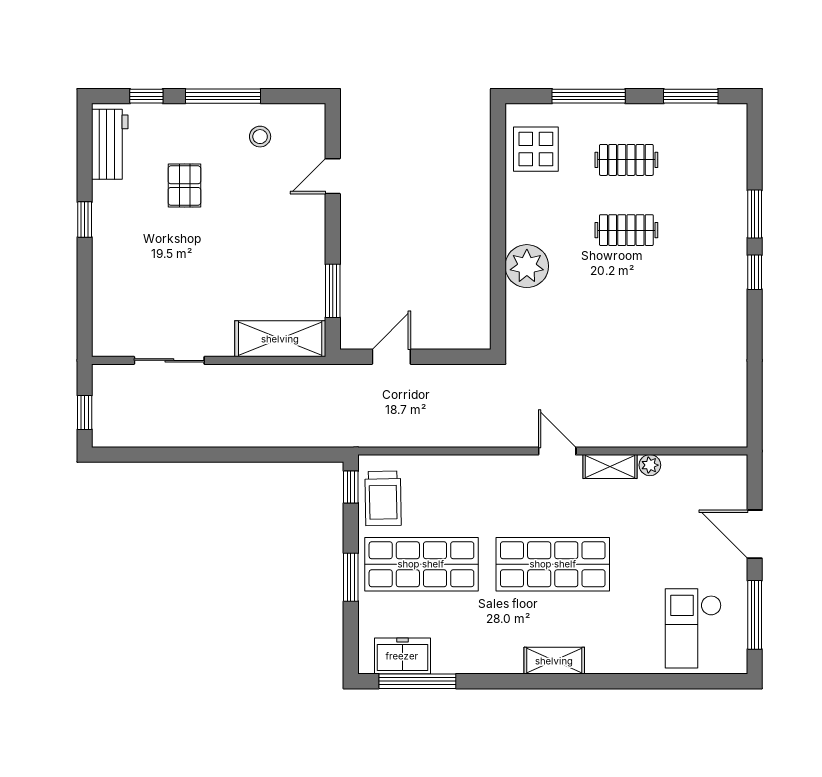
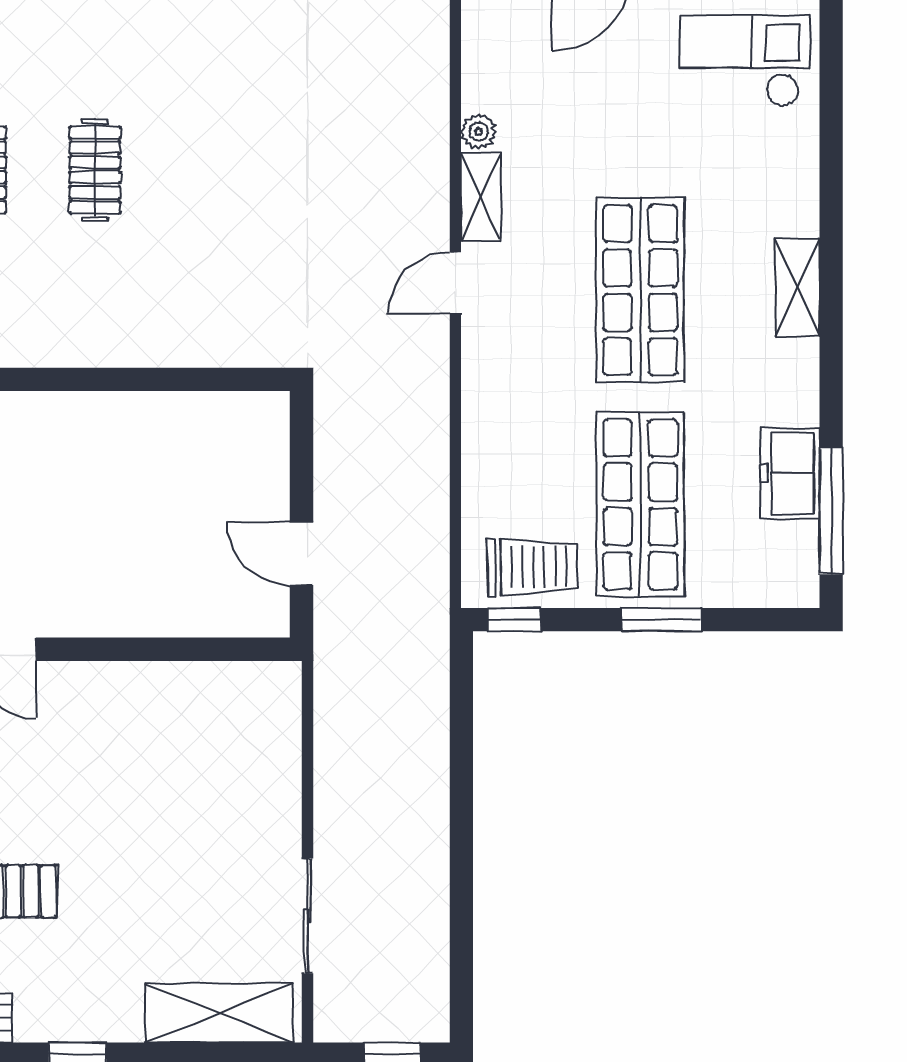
plant: (527, 266) -> (154, 332), removed
window: (333, 291) -> (194, 649), removed
shelving: (280, 339) -> (219, 1013), moved, turned 90
checkout: (693, 628) -> (745, 61), turned 180
freezer: (402, 656) -> (790, 474), moved

